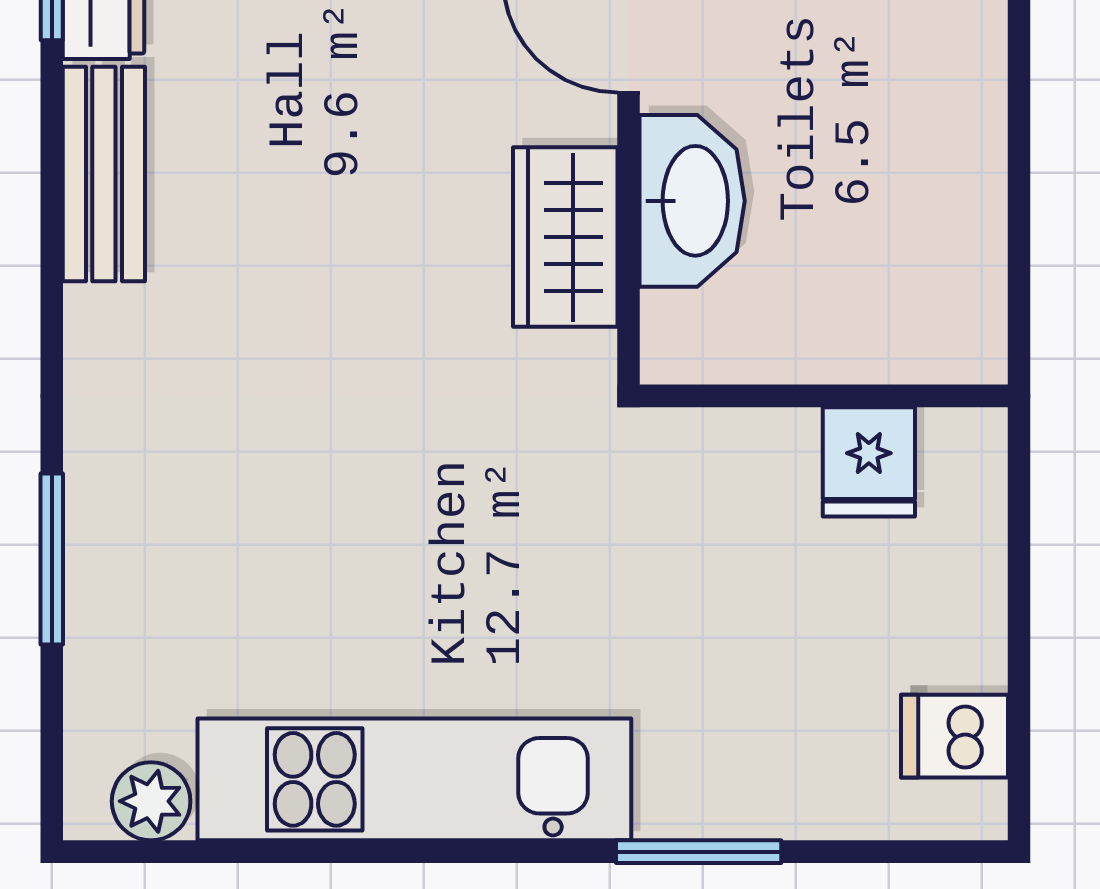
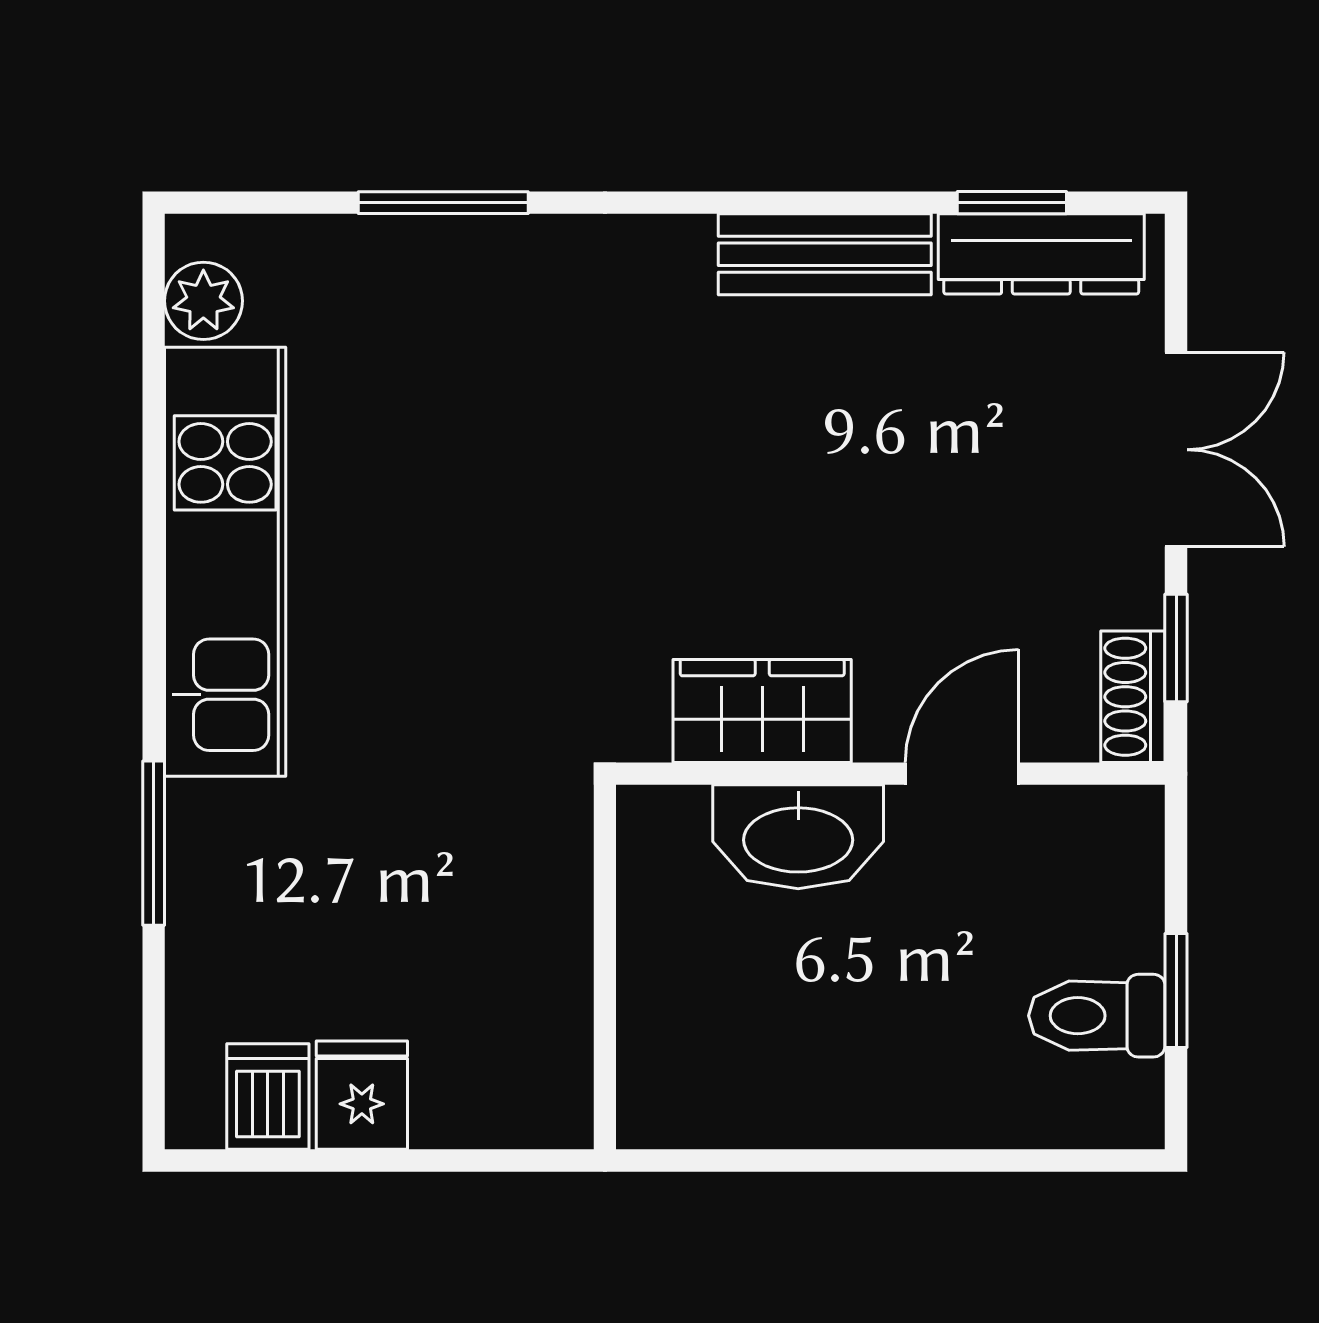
fridge: (869, 462) -> (362, 1095), moved, turned 90

